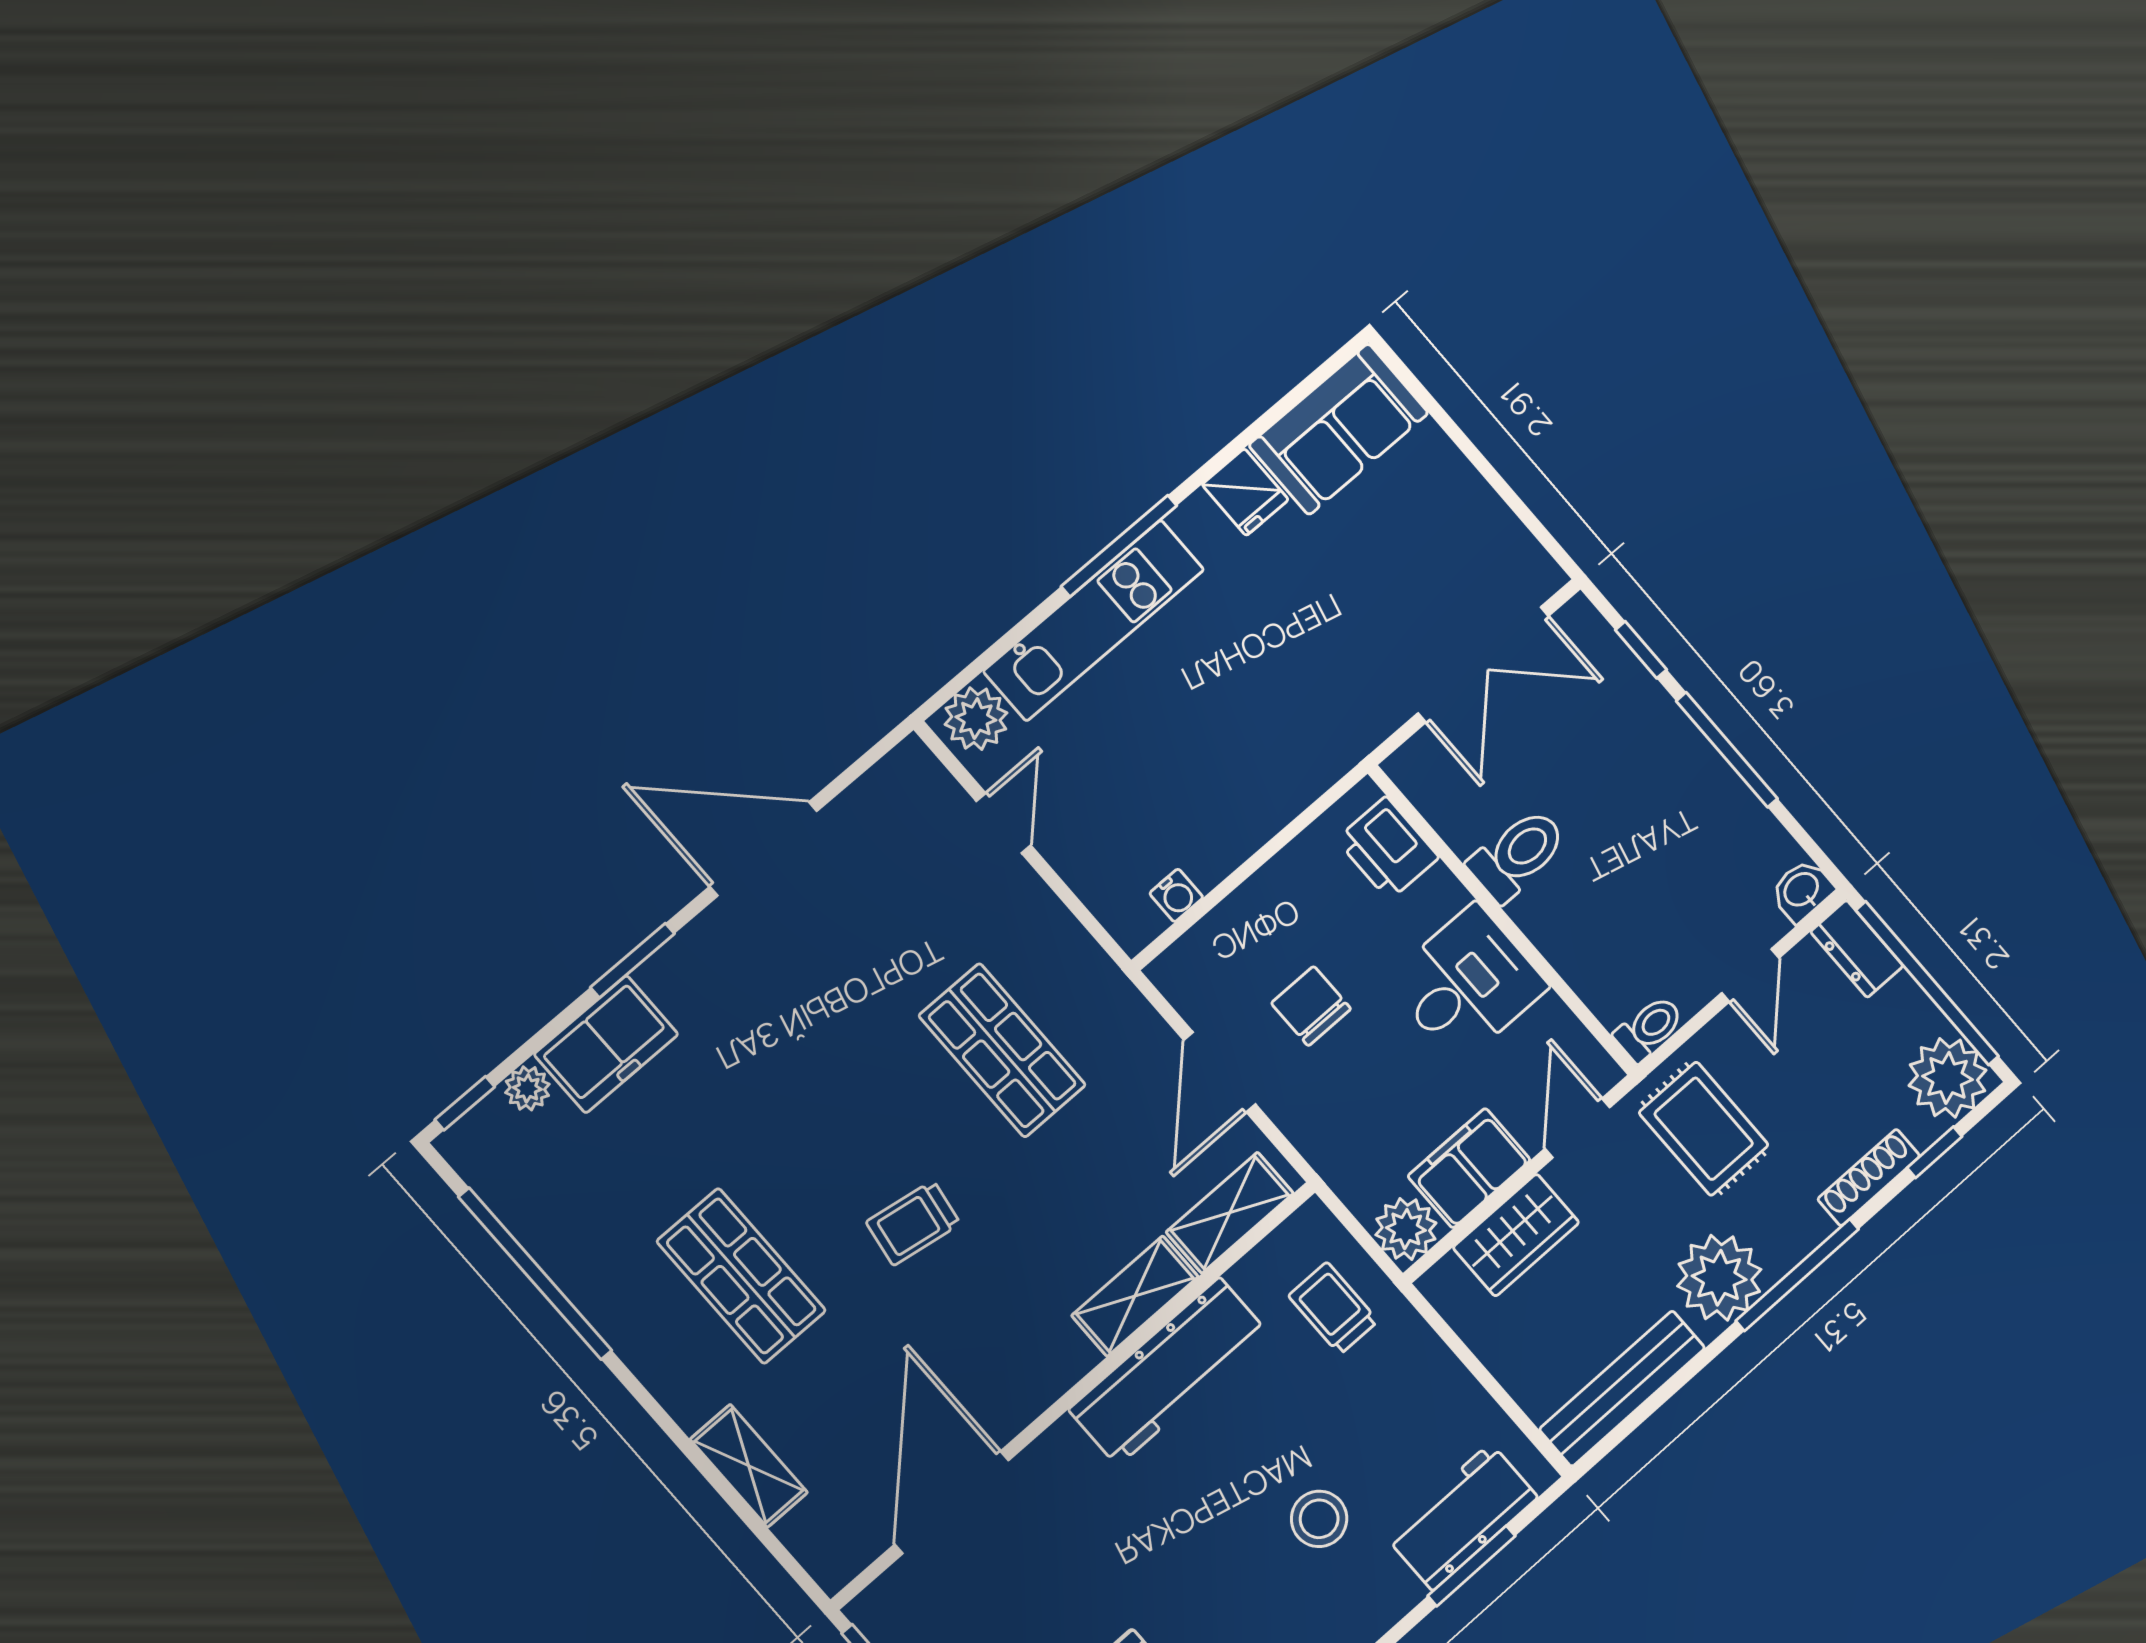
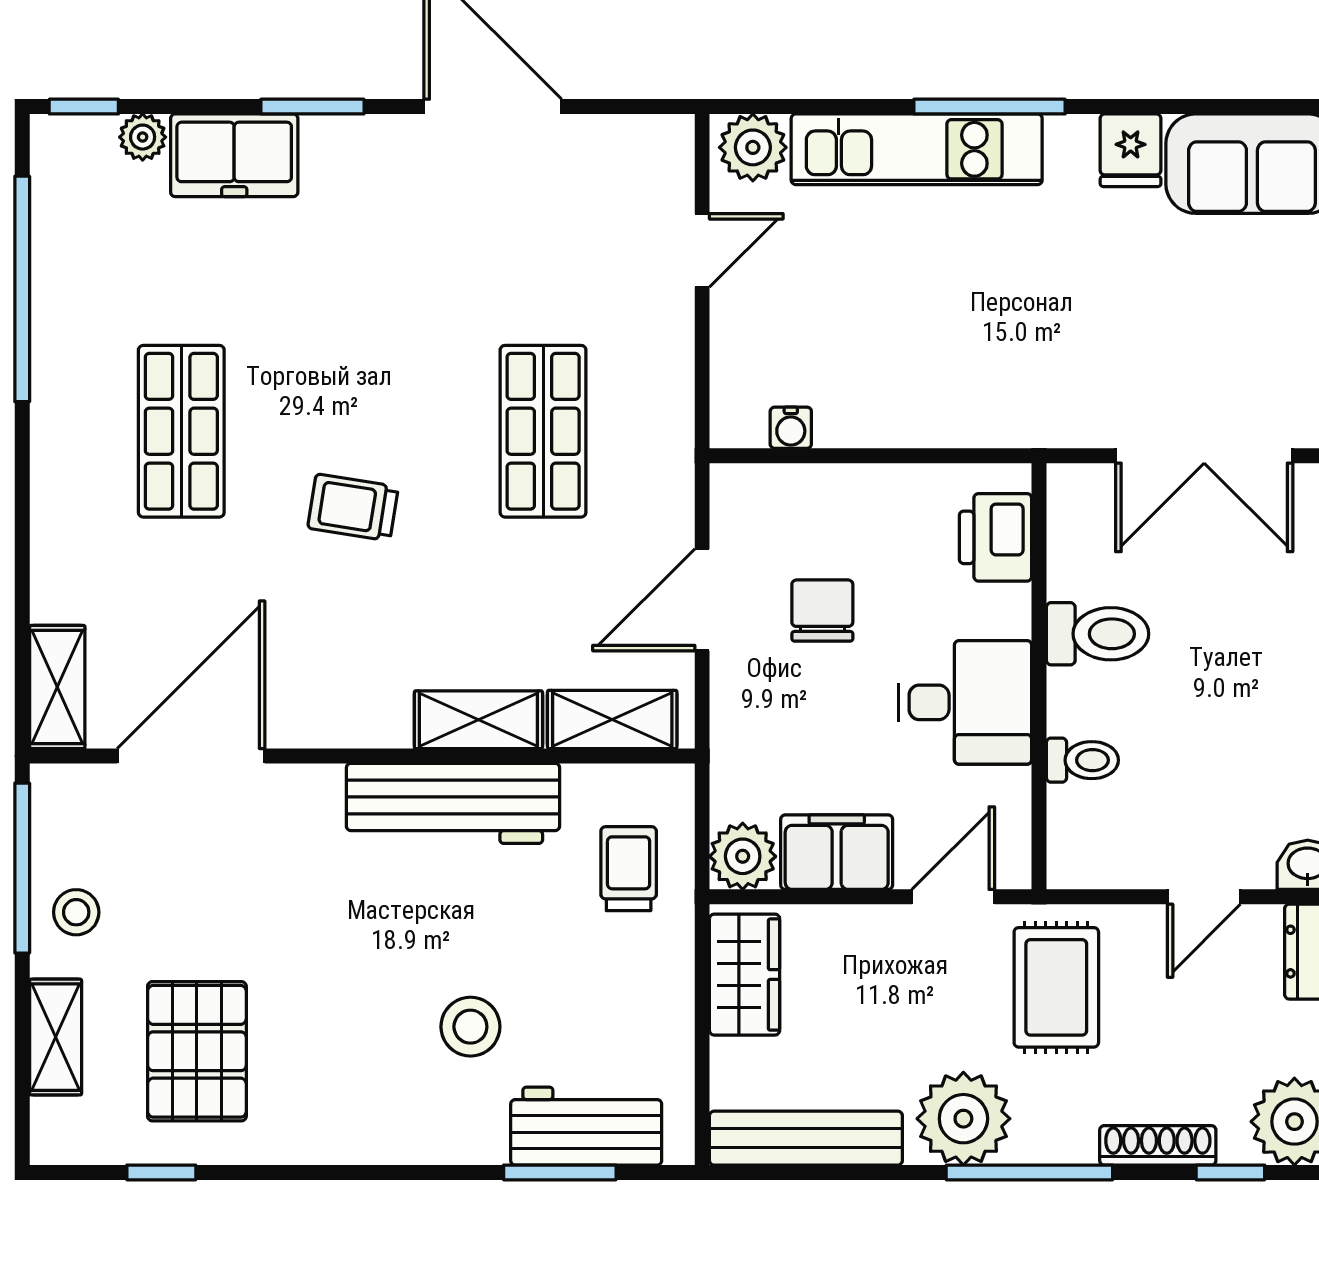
toilet: (1649, 1028) -> (1082, 760), moved
wardrobe: (1516, 1235) -> (745, 975), moved, turned -90
shelving: (749, 1466) -> (57, 687), moved

